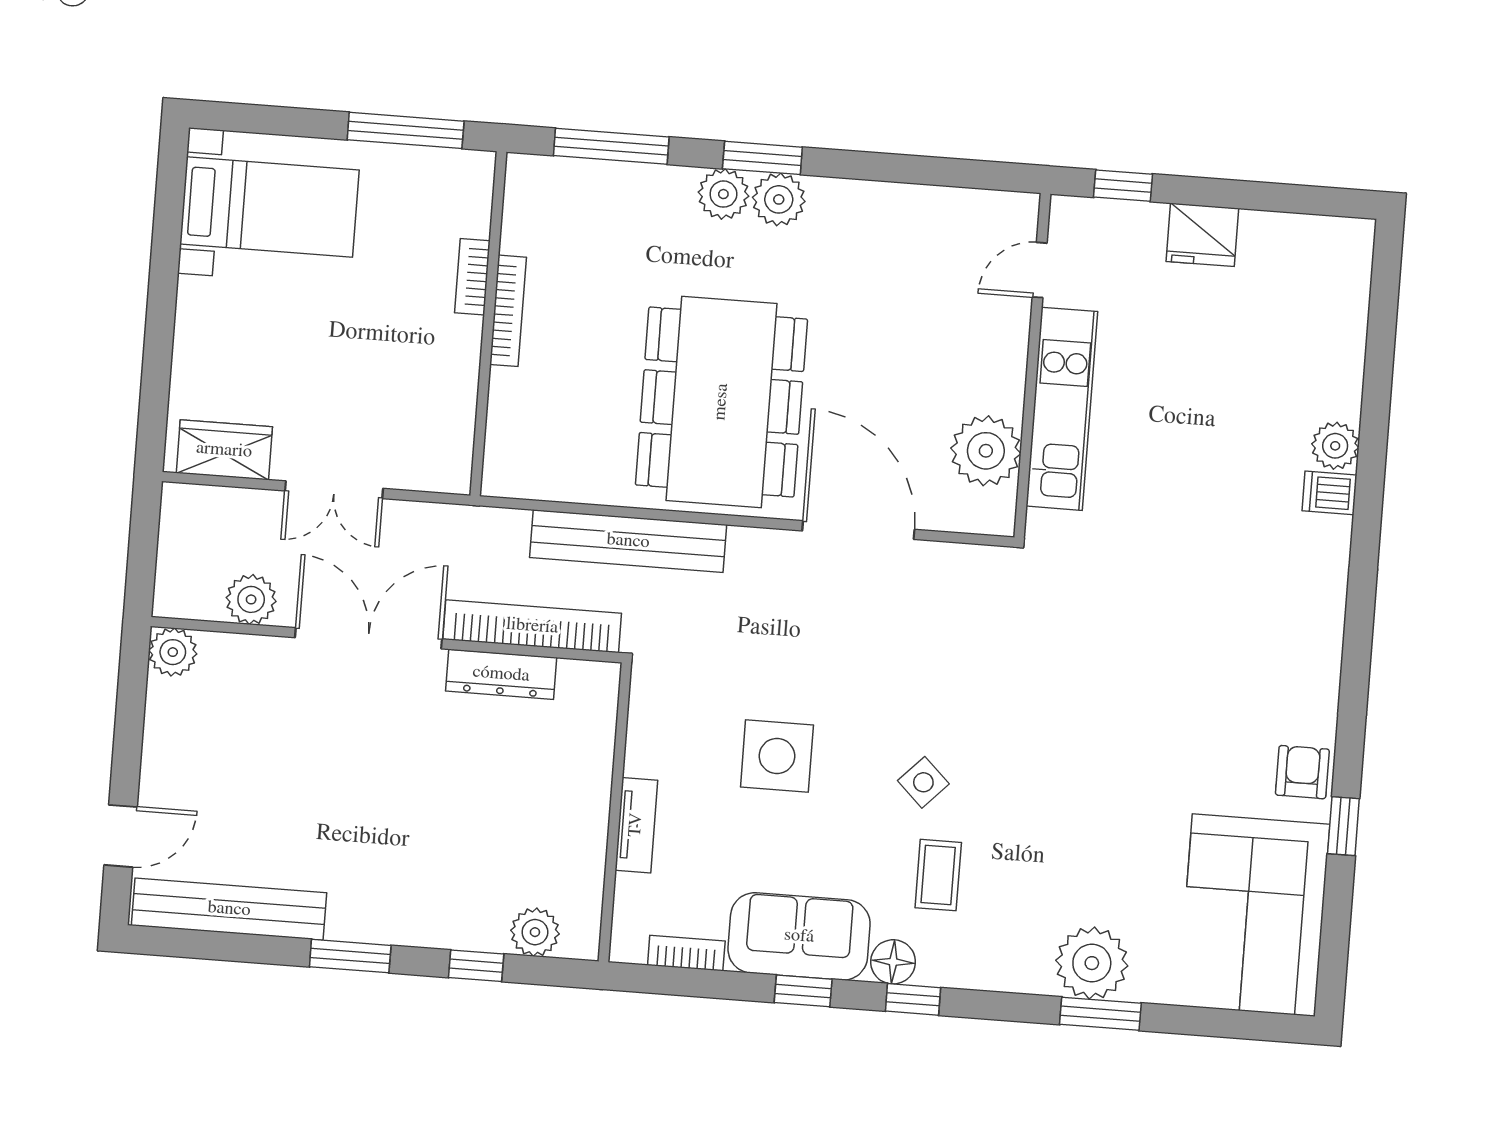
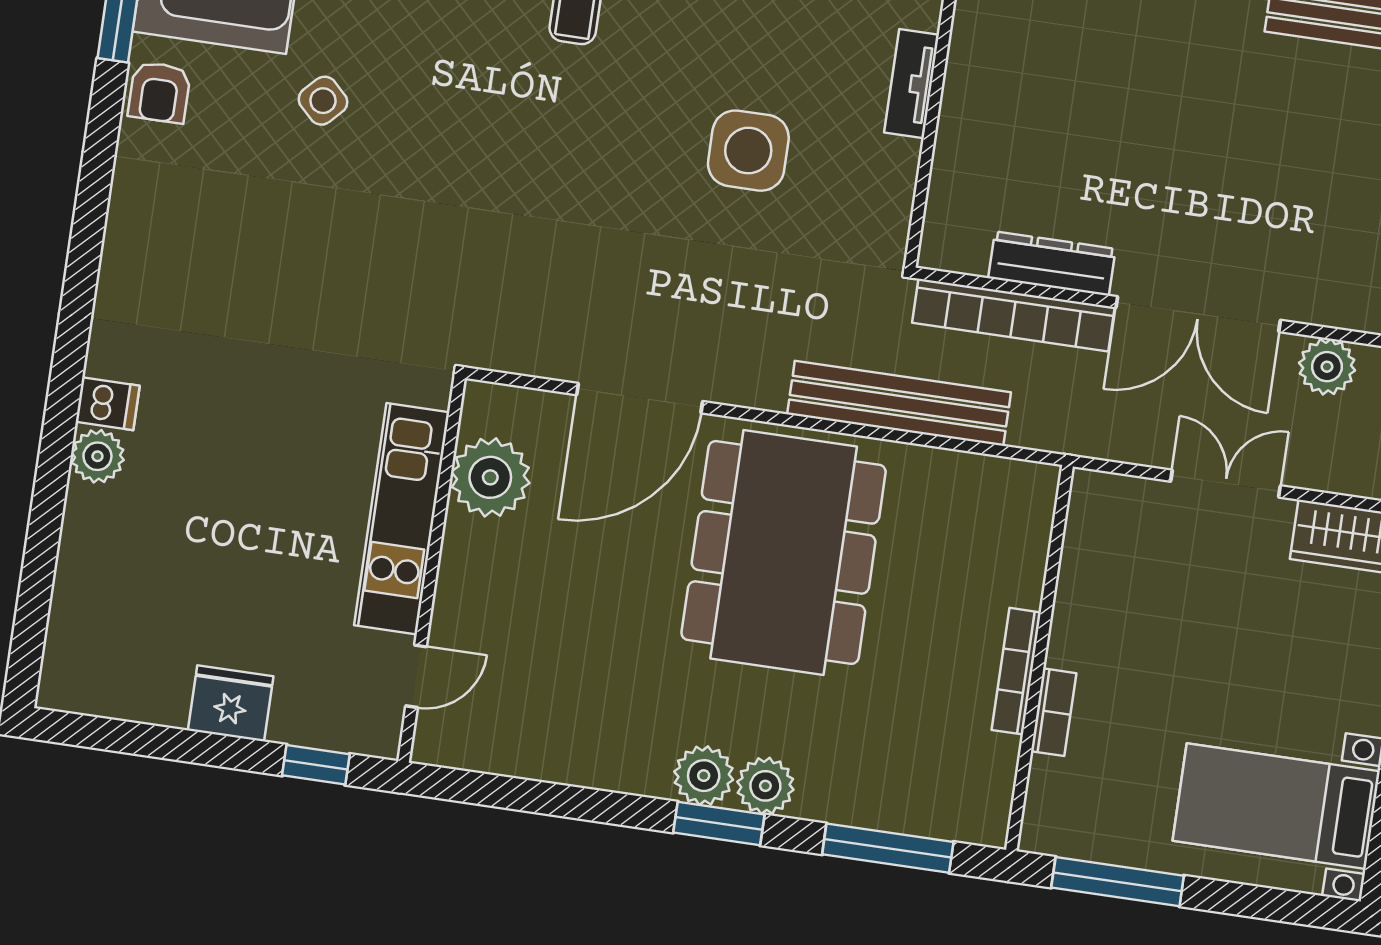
door: (858, 530) -> (640, 398), hinge flipped
side table: (923, 782) -> (323, 101), moved

